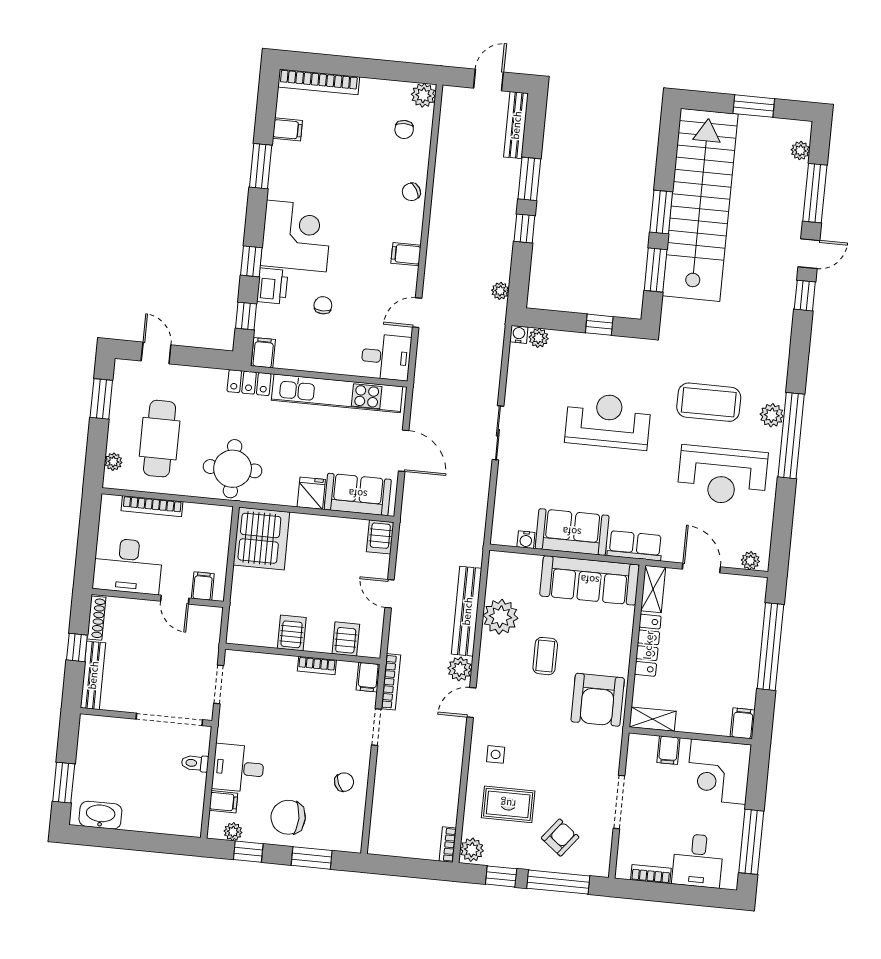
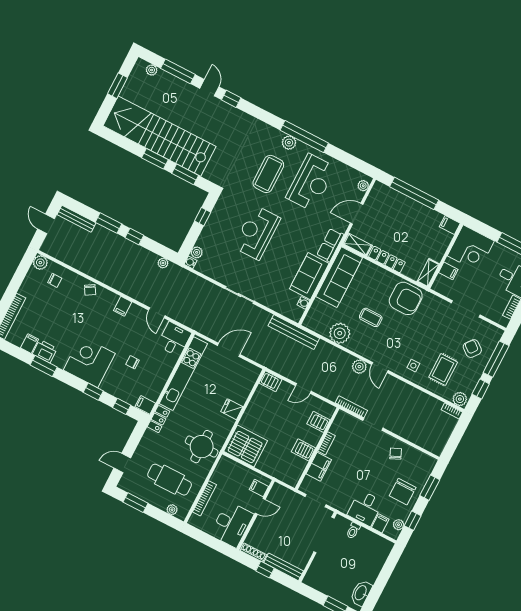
printer: (272, 286) -> (45, 351), moved
sofa: (358, 494) -> (243, 384), removed
bench: (467, 611) -> (294, 332), moved
filing cabinet: (368, 677) -> (319, 467), moved, width x2.00

